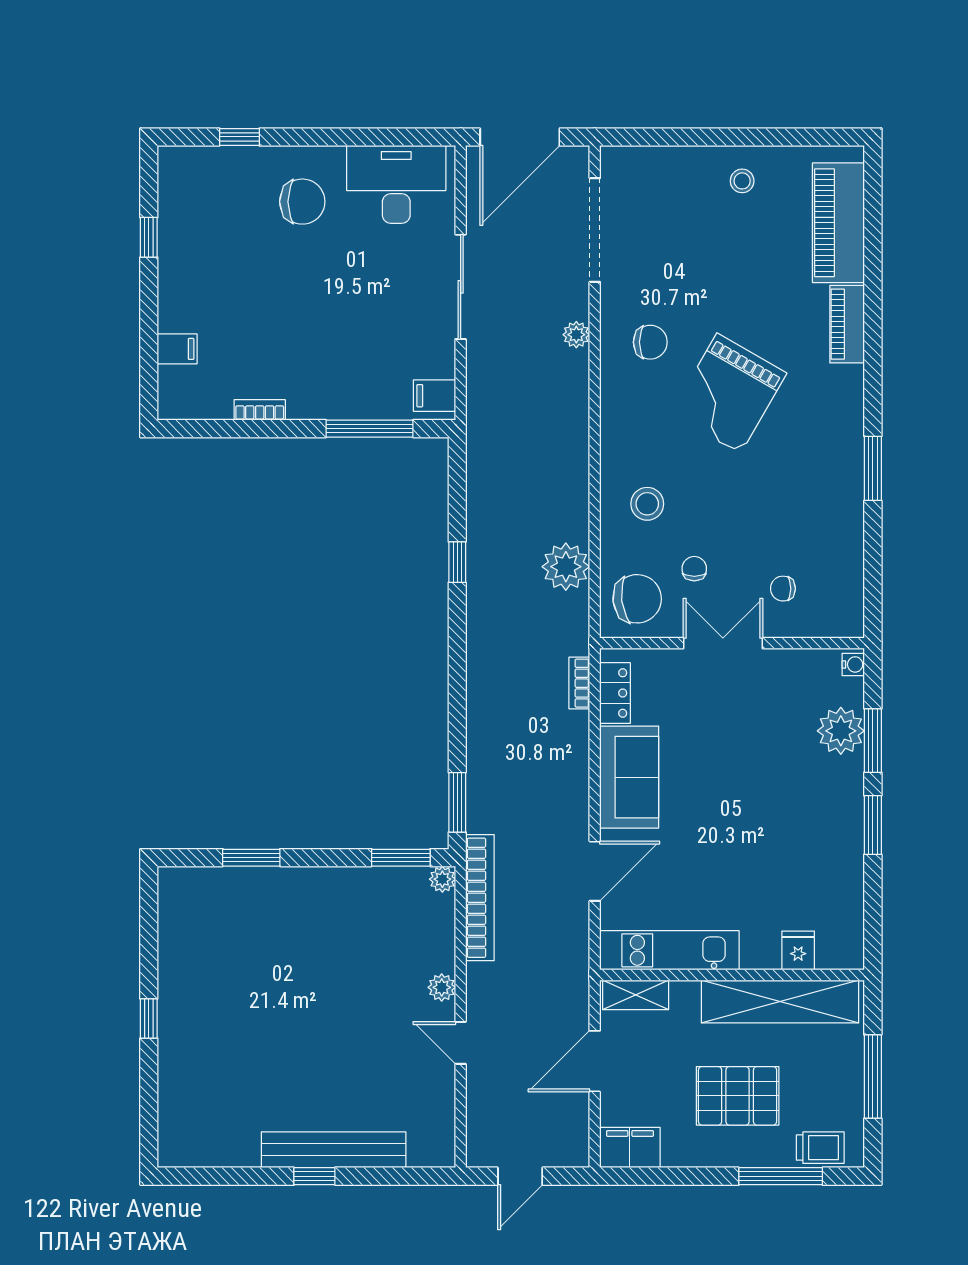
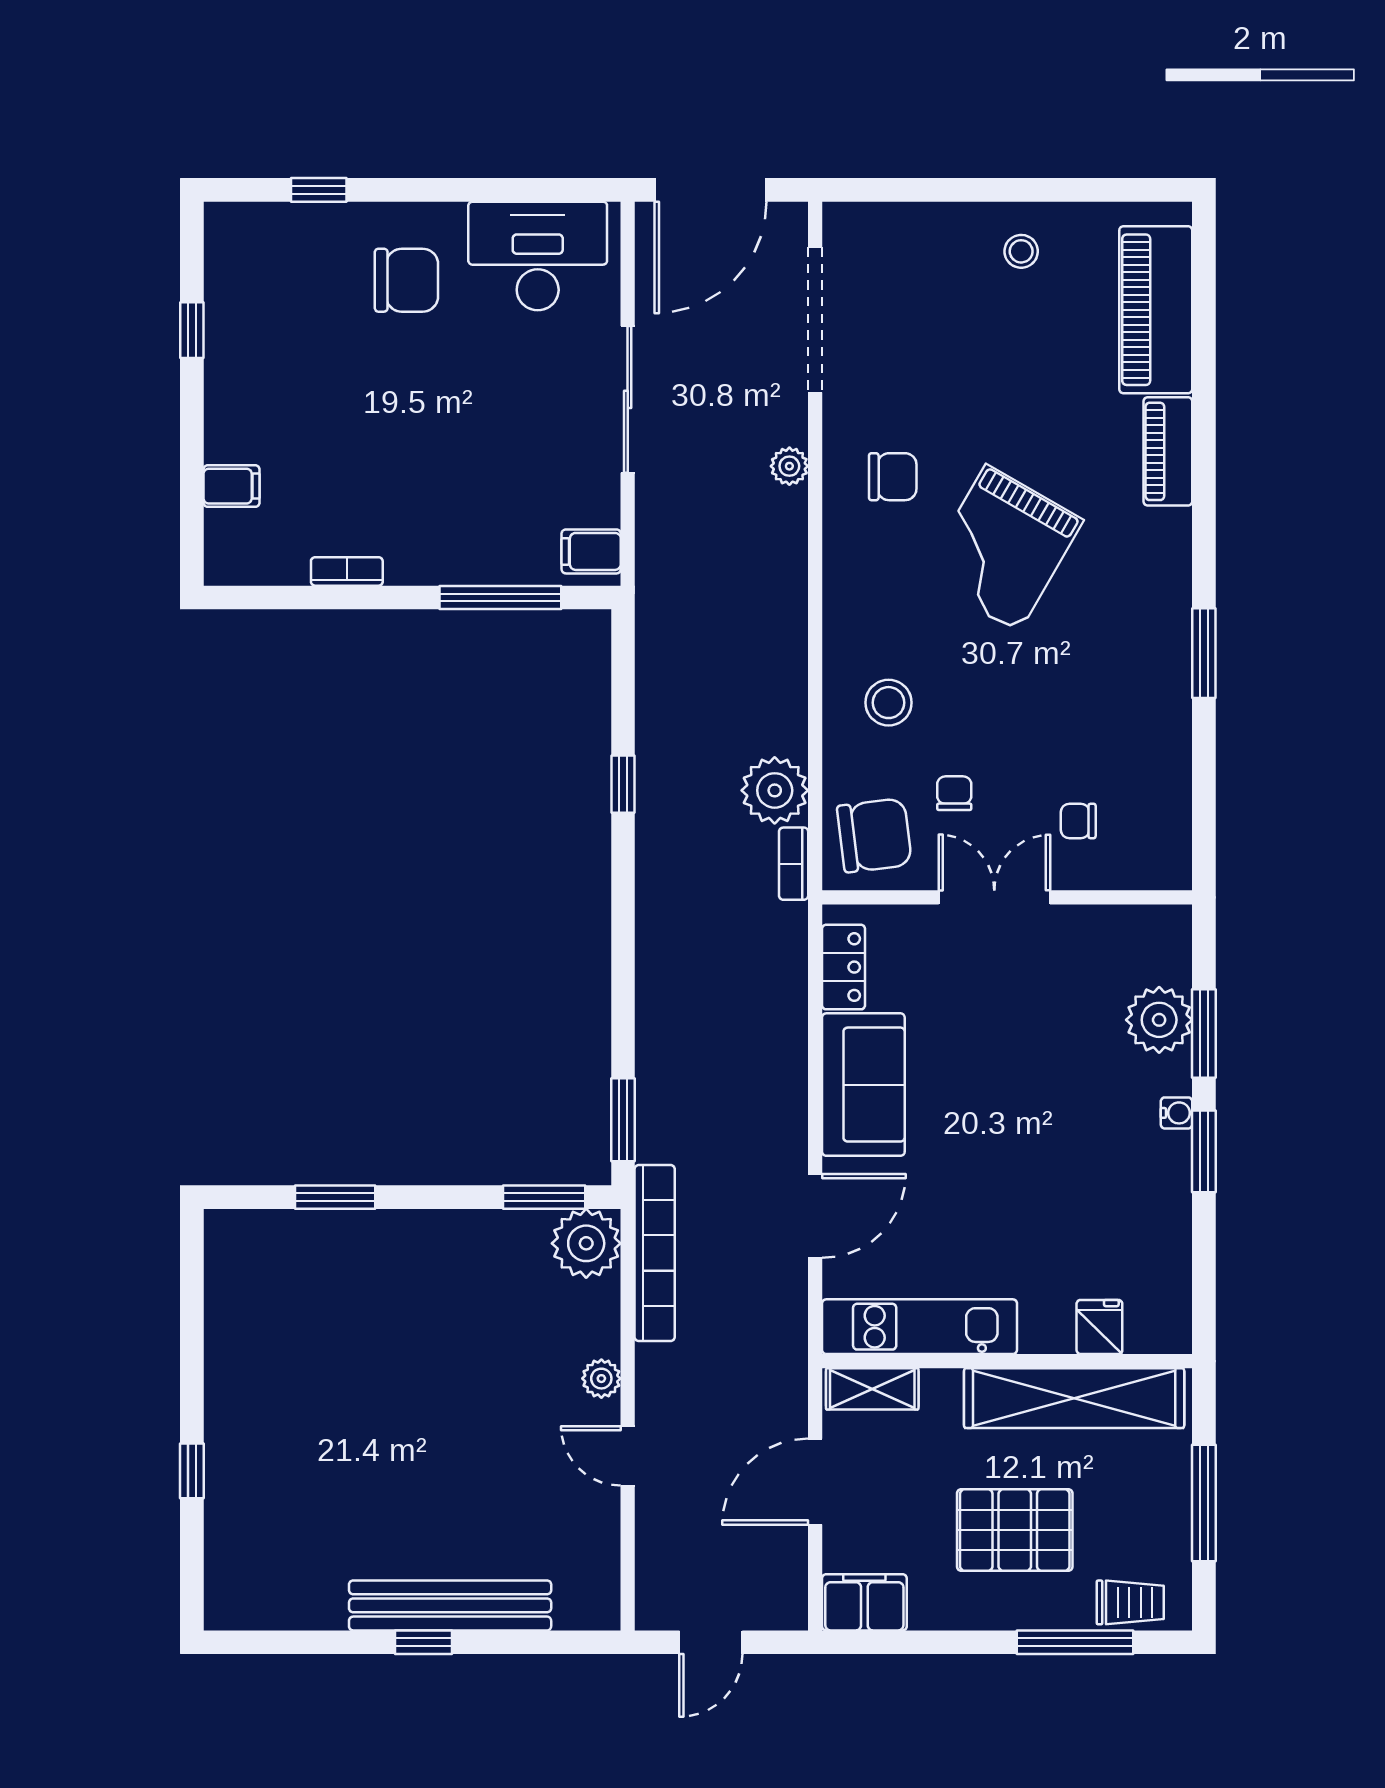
water cooler: (853, 664) -> (1176, 1113), moved
bookcase: (579, 683) -> (794, 864), moved
plant: (442, 879) -> (586, 1243), width x1.88, depth x1.88
window: (149, 1019) -> (192, 1471), moved

